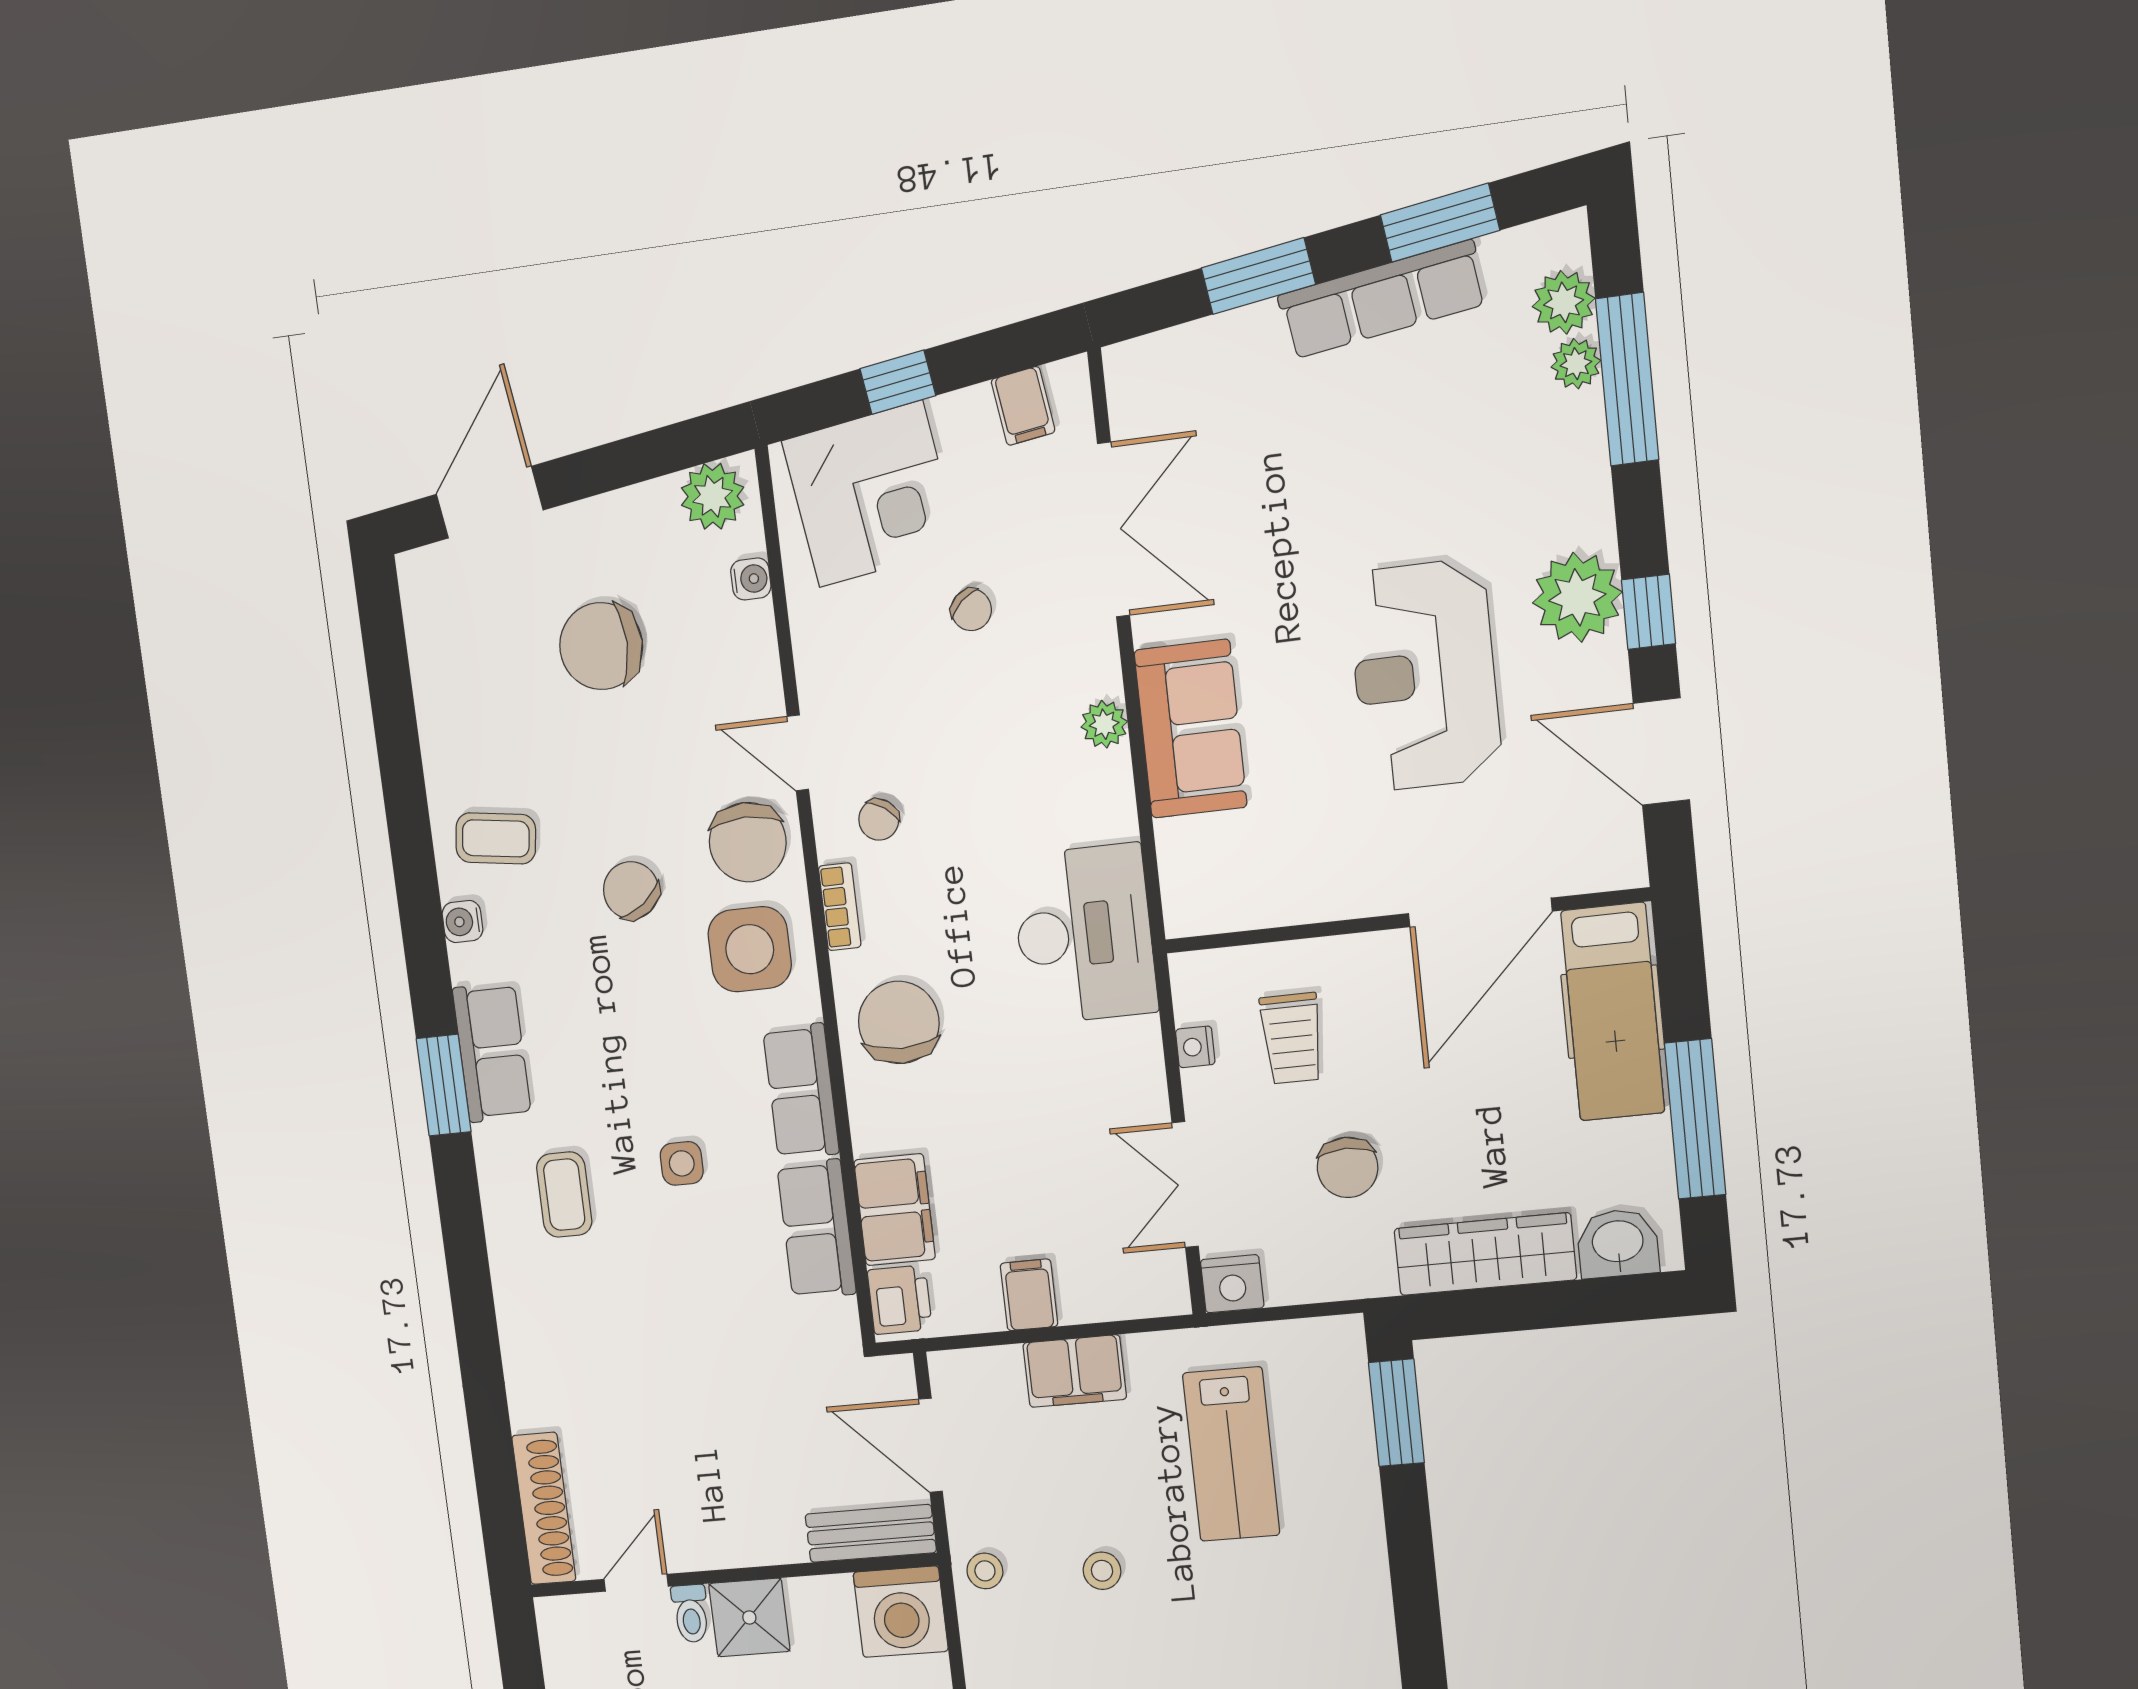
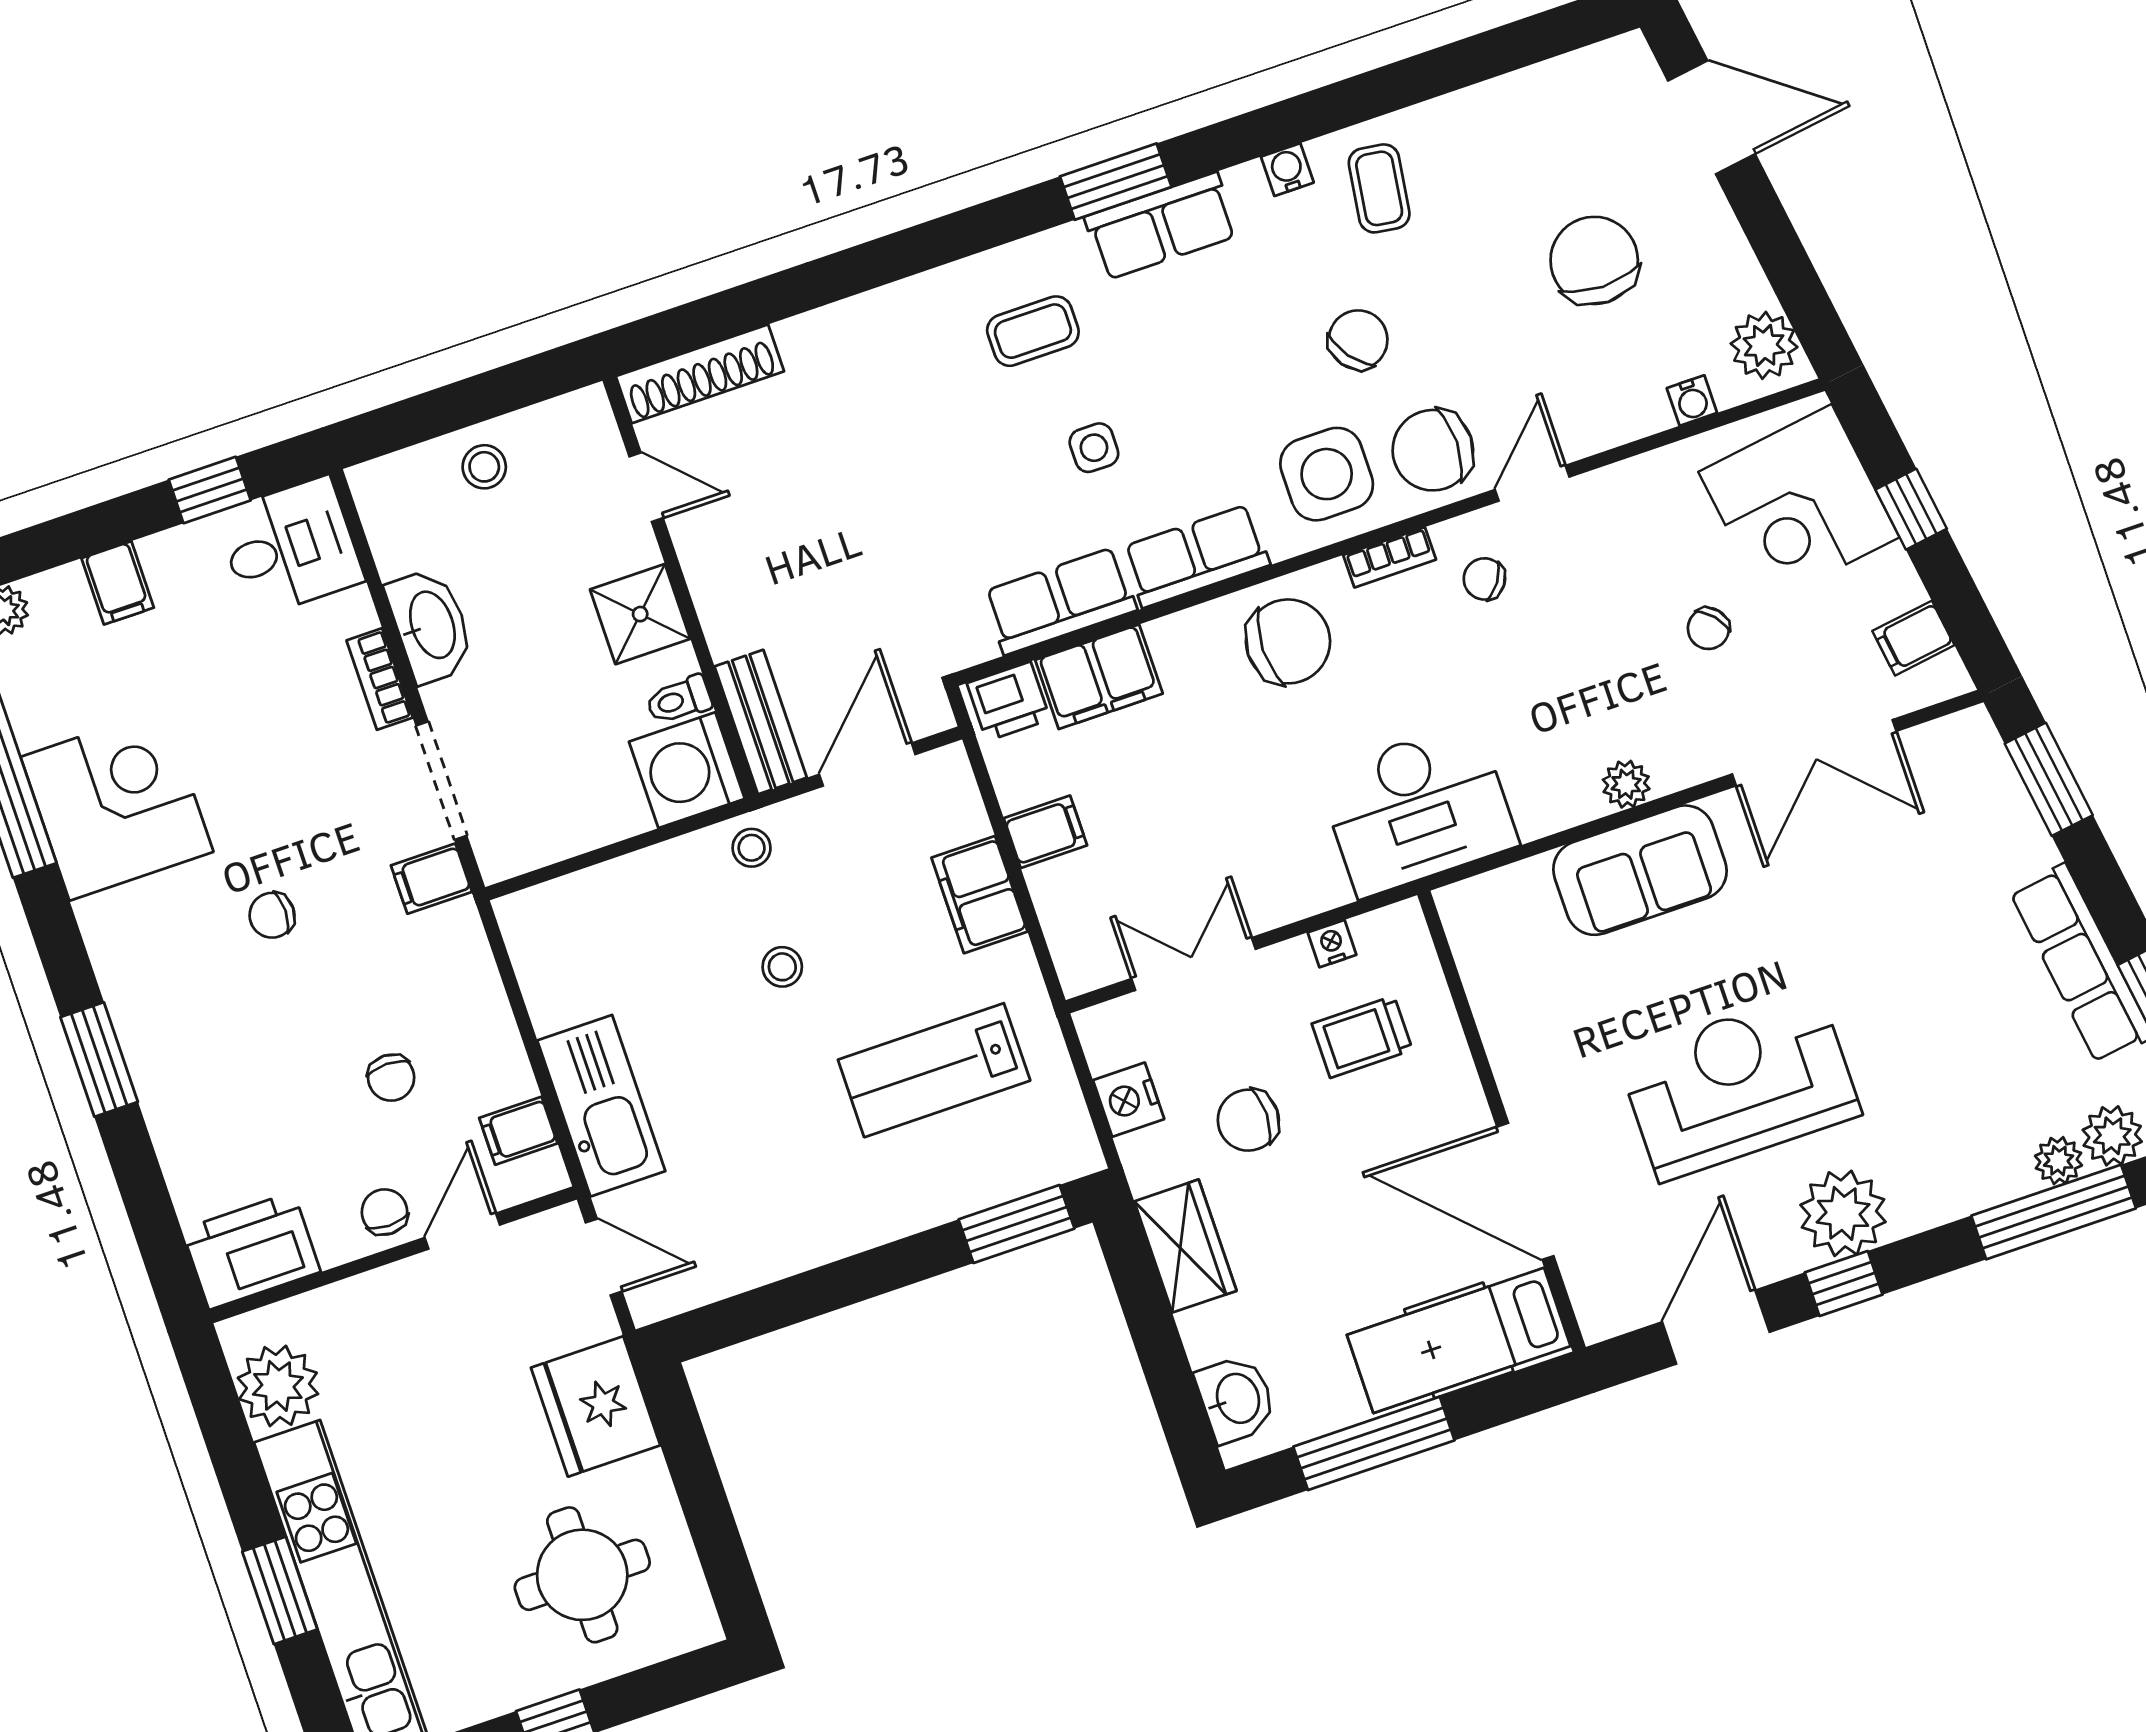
window: (1258, 276) -> (2049, 779), moved
wardrobe: (1485, 1254) -> (1185, 1246), width x0.67
nightstand: (1232, 1284) -> (1129, 1100), moved
toilet: (691, 1614) -> (679, 700), moved

